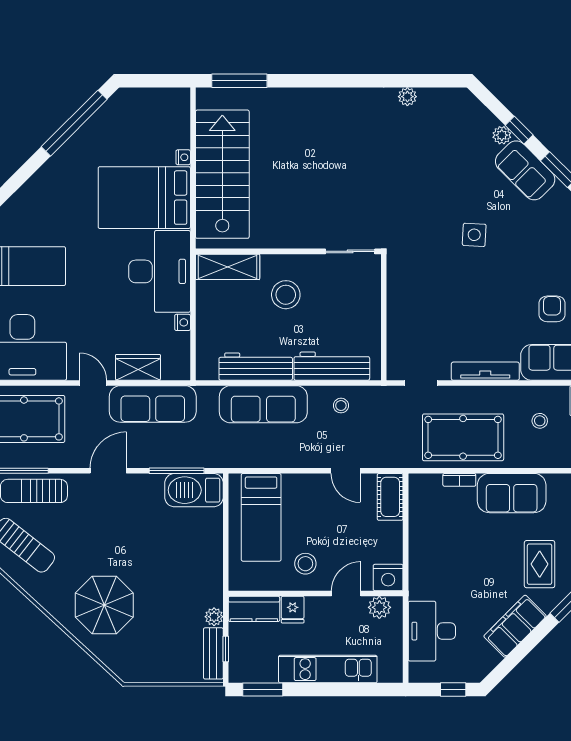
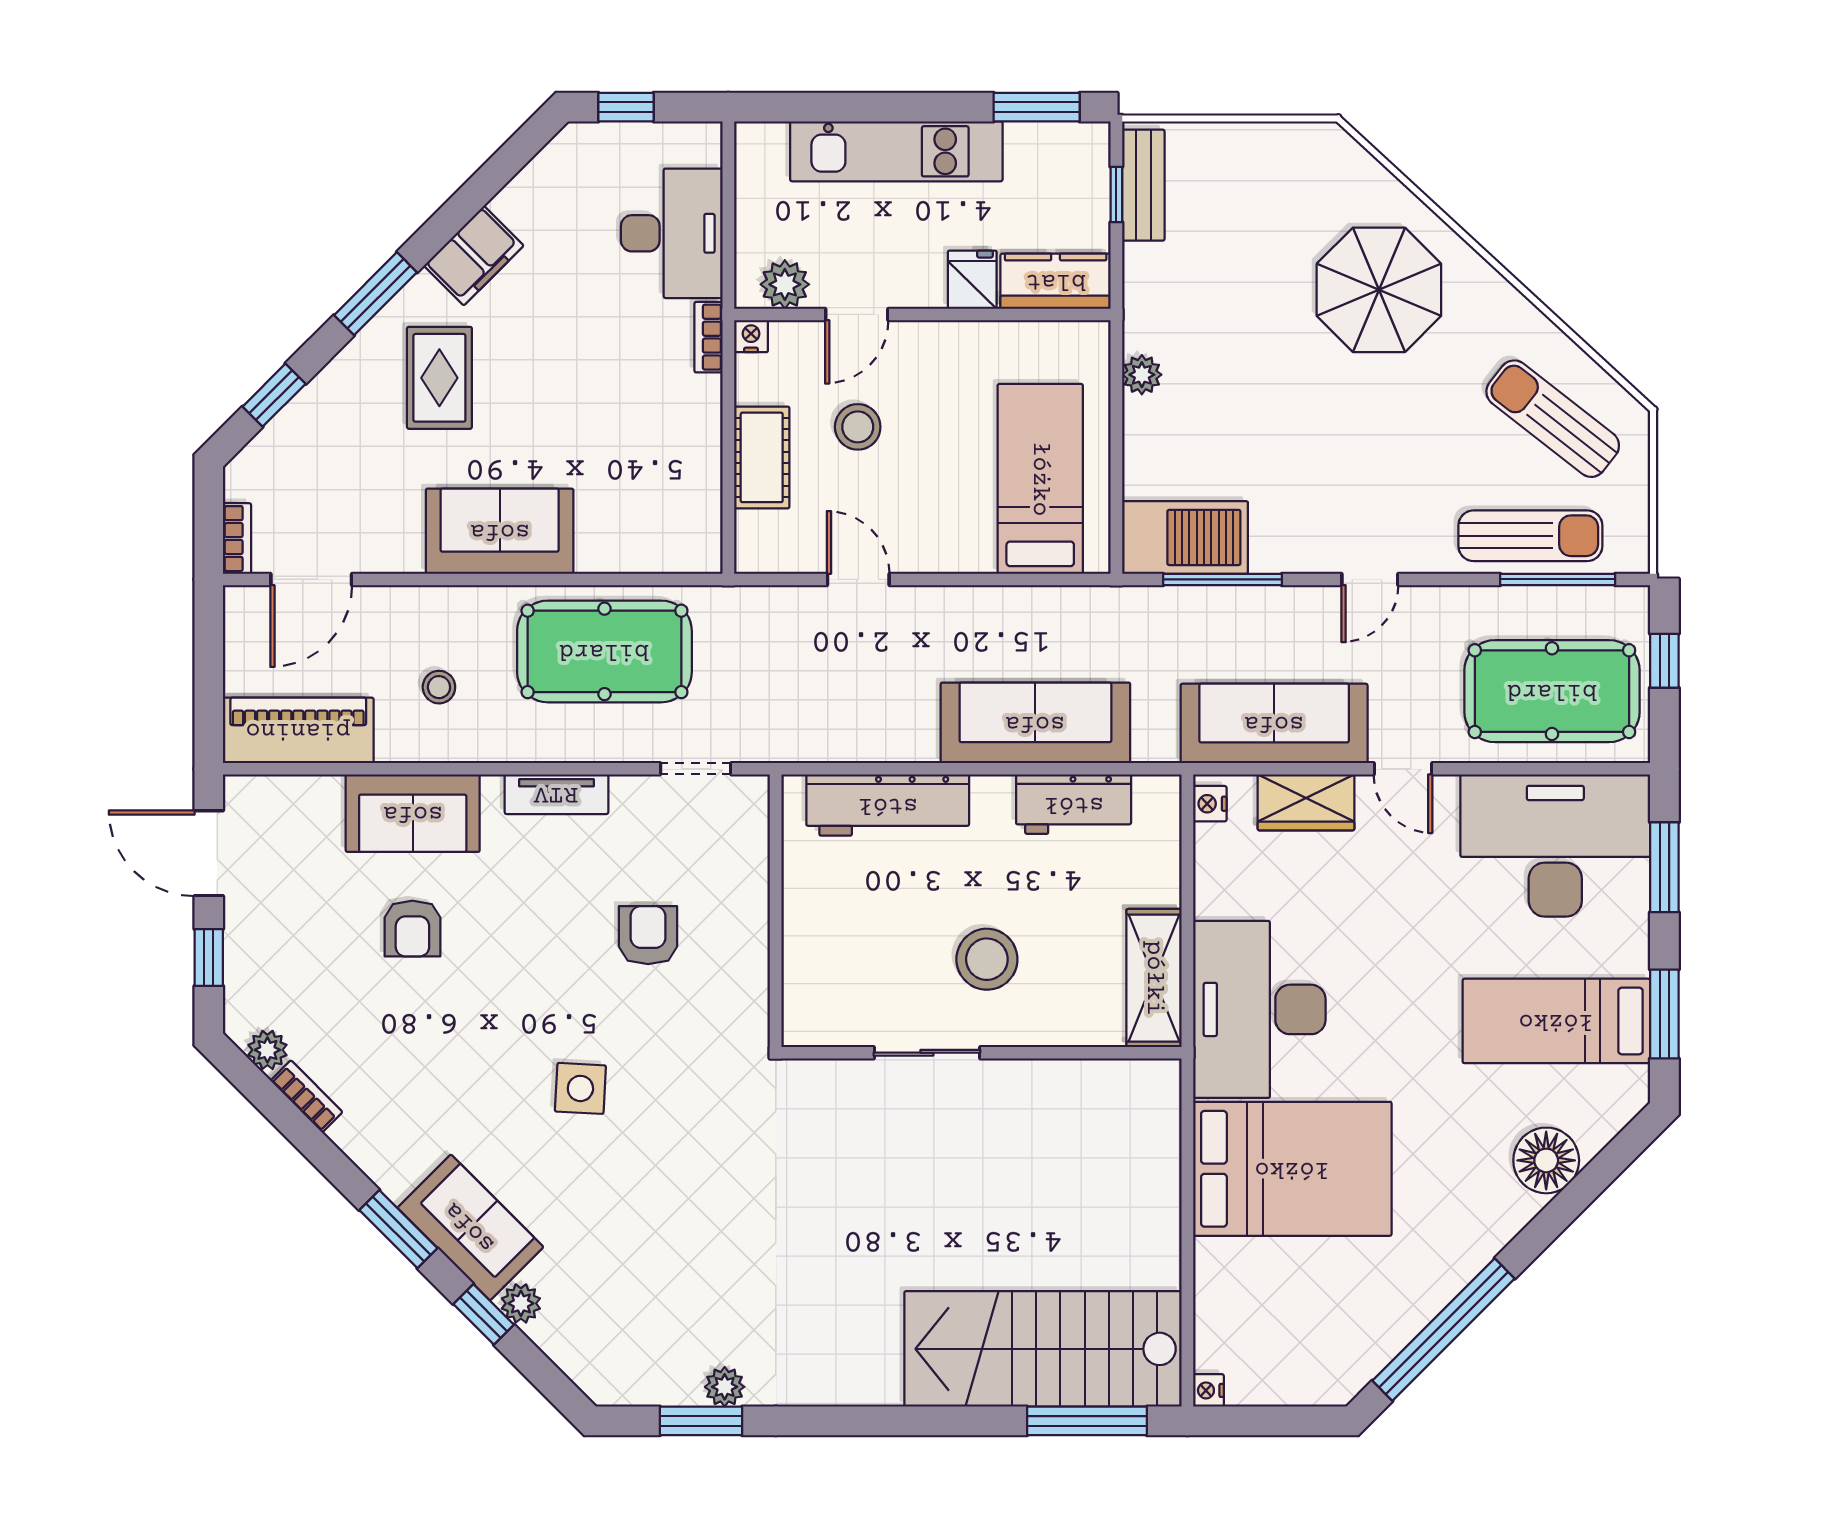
window: (418, 81) -> (701, 1421), added
nightstand: (183, 157) -> (1208, 1390), moved
stairs: (222, 174) -> (1043, 1349), moved, turned 90
floor lamp: (27, 201) -> (1546, 1160), added
sliding door: (350, 251) -> (927, 1053), moved
shelving: (228, 267) -> (1154, 978), moved, turned 90
armchair: (443, 306) -> (648, 935), added
nightstand: (183, 322) -> (1210, 804), moved
workbench: (256, 367) -> (1074, 804), width x0.73
tv unit: (485, 371) -> (556, 794), width x0.71
stool: (341, 406) -> (868, 720), removed
door: (108, 471) -> (1370, 579), width x0.73
bookcase: (459, 480) -> (709, 337), moved, turned -90
cot: (390, 497) -> (762, 457), moved
stool: (305, 564) -> (858, 427), moved
nightstand: (388, 578) -> (751, 336), width x0.53, depth x0.56
plant: (214, 617) -> (1142, 375), moved
filing cabinet: (515, 626) -> (474, 256), width x0.67, depth x0.86

